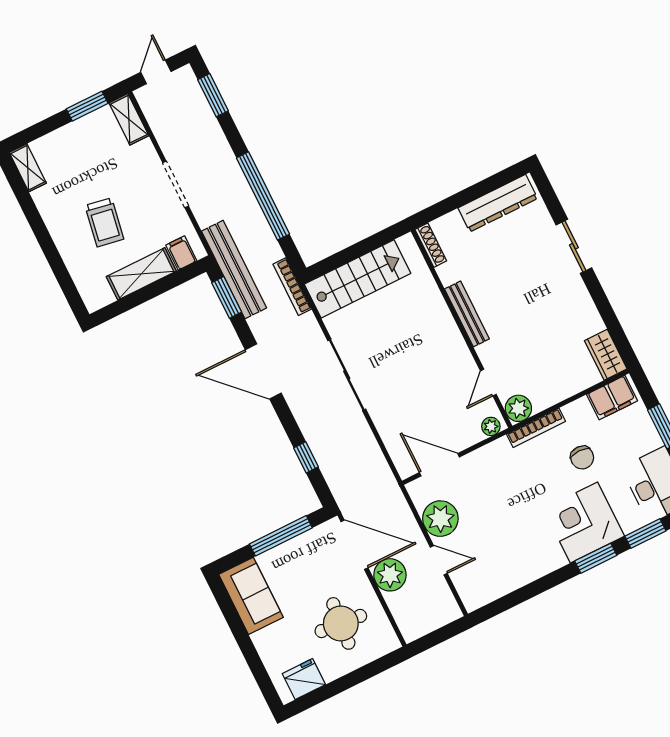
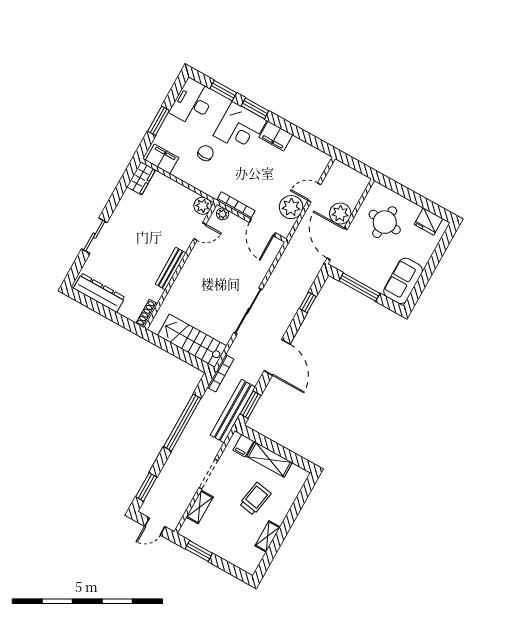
shelving: (129, 119) -> (200, 507), moved
shelving: (28, 168) -> (268, 536), moved
bookcase: (536, 428) -> (236, 205), moved
door: (439, 560) -> (314, 193), hinge flipped
filing cabinet: (543, 561) -> (276, 136), added

